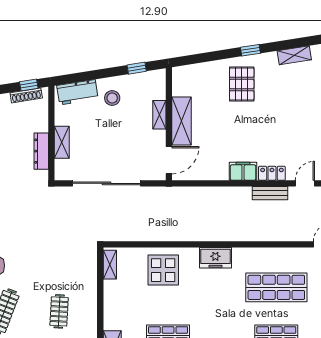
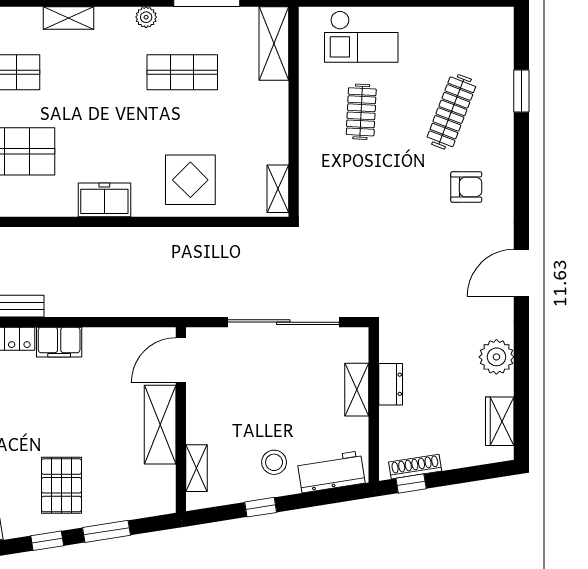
window: (214, 56) -> (106, 531), added
window: (137, 68) -> (261, 507), moved
shelving: (159, 115) -> (197, 468), moved
dresser: (41, 151) -> (391, 384), width x0.70

